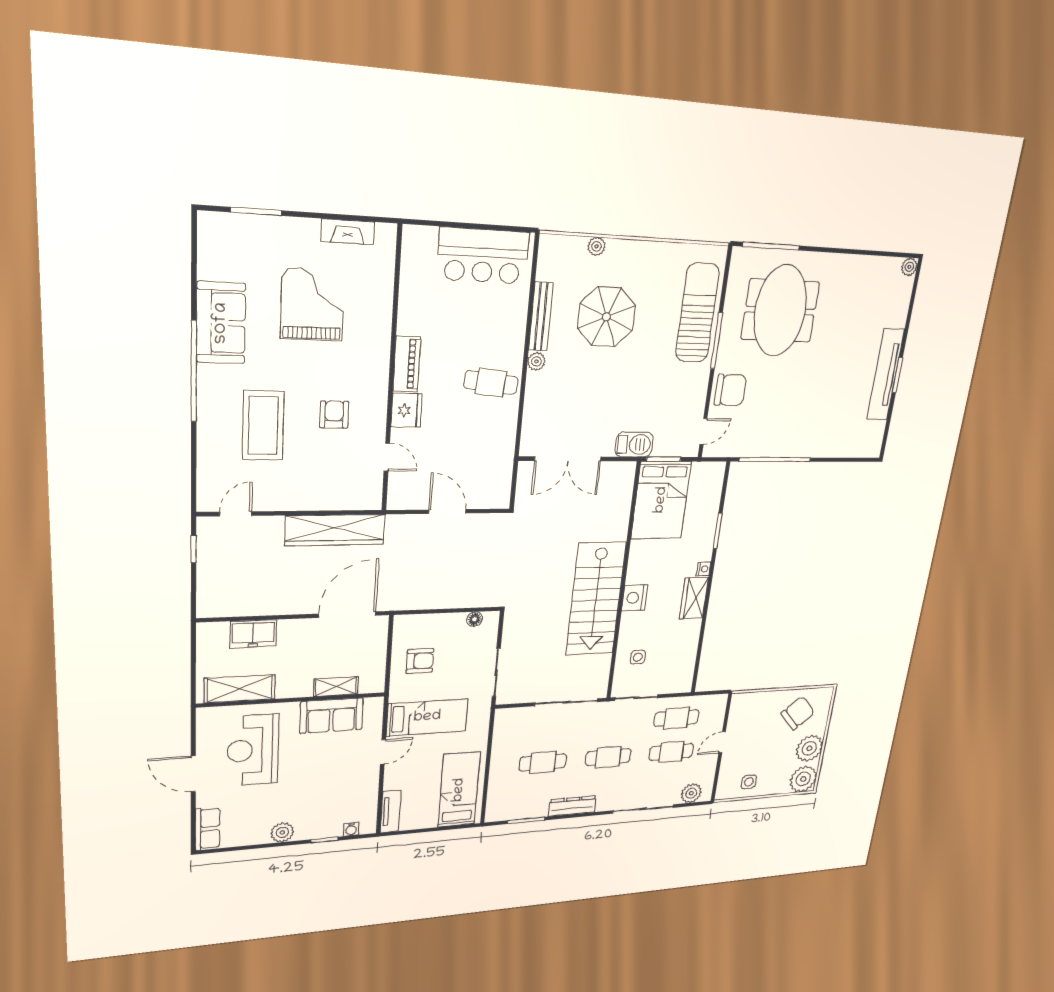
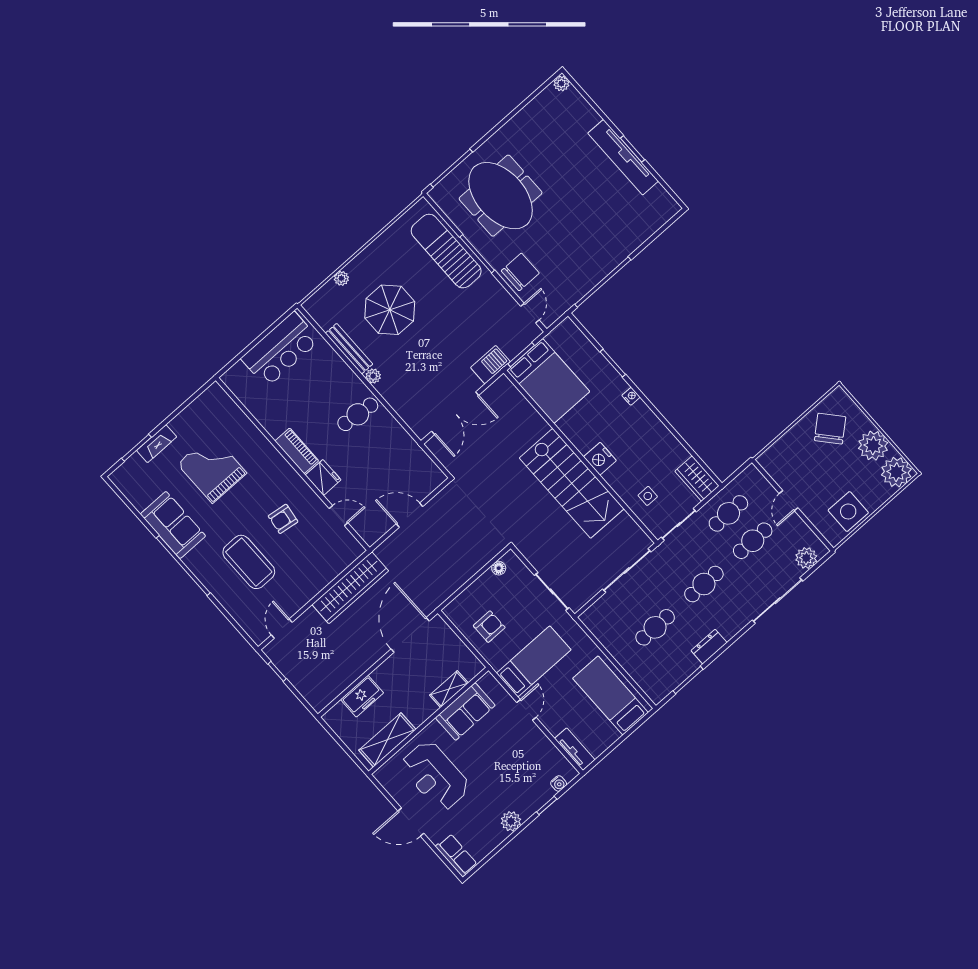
fireplace: (348, 232) -> (157, 444), moved
armchair: (334, 415) -> (283, 519), turned -82
wardrobe: (694, 598) -> (697, 479), moved
side table: (749, 782) -> (848, 512), width x1.87, depth x1.87
dresser: (572, 806) -> (709, 647), width x0.70

